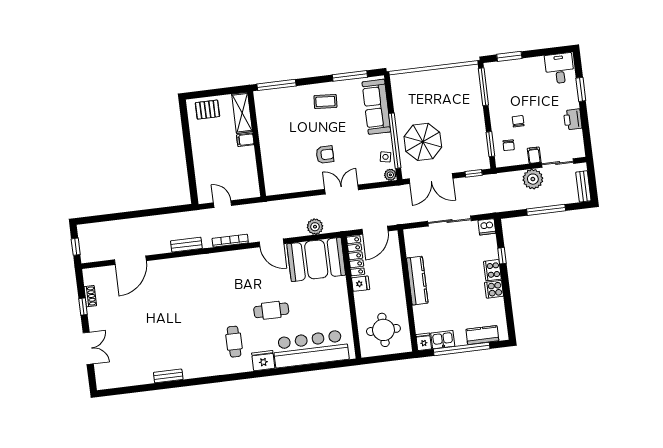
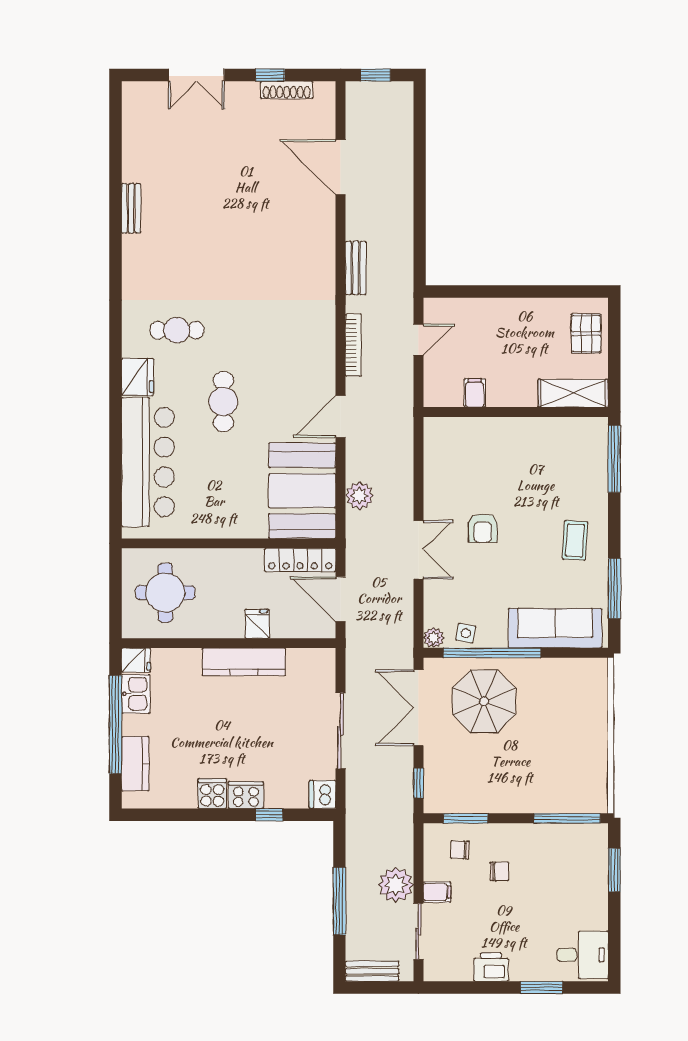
filing cabinet: (245, 140) -> (475, 393), moved
fridge: (361, 284) -> (257, 624), moved, turned 180
shoe rack: (90, 296) -> (287, 90), width x1.43

